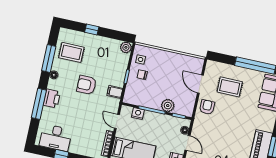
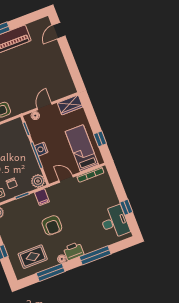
rug: (71, 52) -> (33, 257), turned 90
printer: (52, 98) -> (74, 251), moved
plant: (168, 106) -> (38, 181), moved
nightstand: (138, 114) -> (41, 149), moved
door: (117, 121) -> (66, 179), swing flipped

